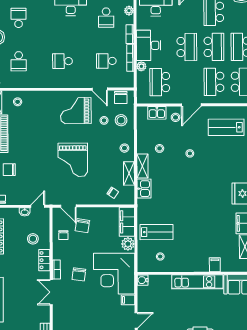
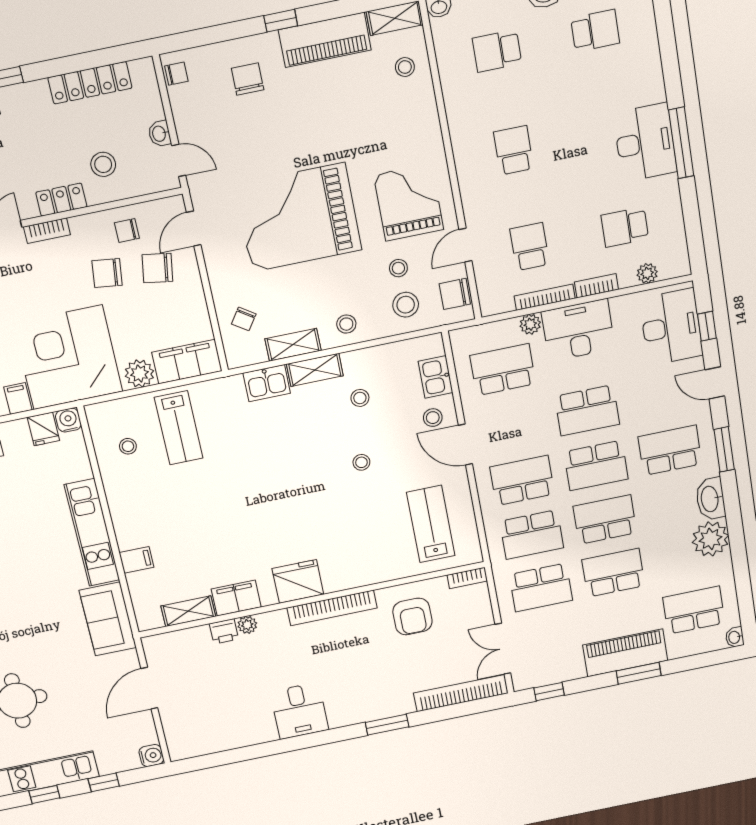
grand piano: (73, 160) -> (298, 217), width x1.37, depth x1.48
chair: (79, 274) -> (107, 273), moved
fridge: (144, 292) -> (43, 429), added

